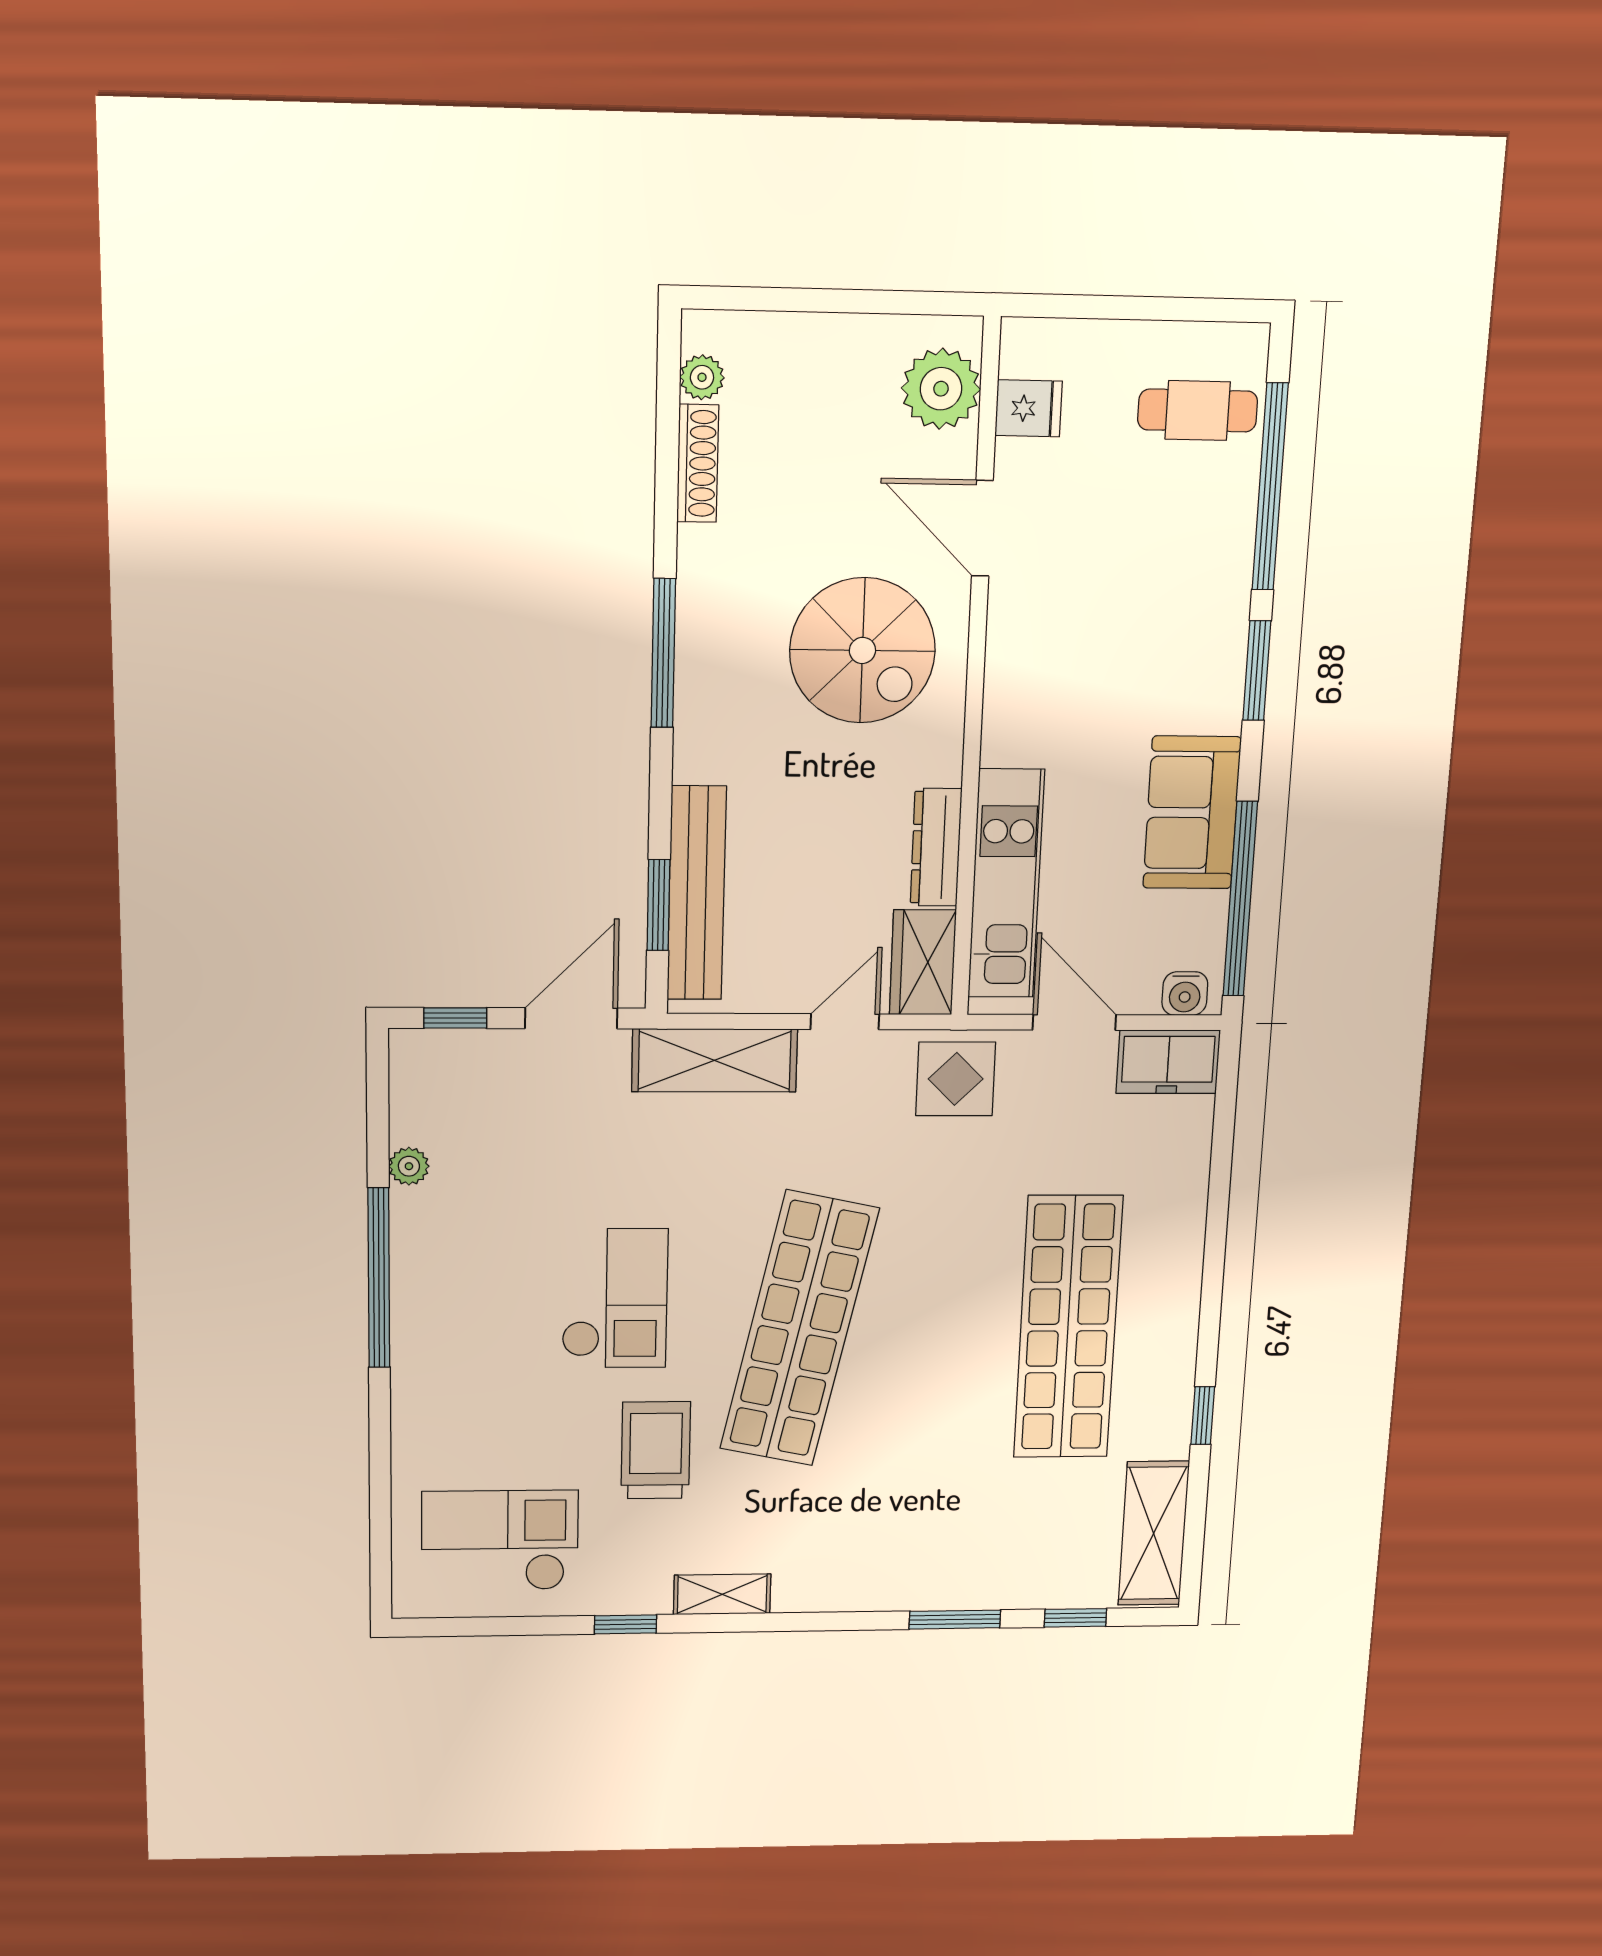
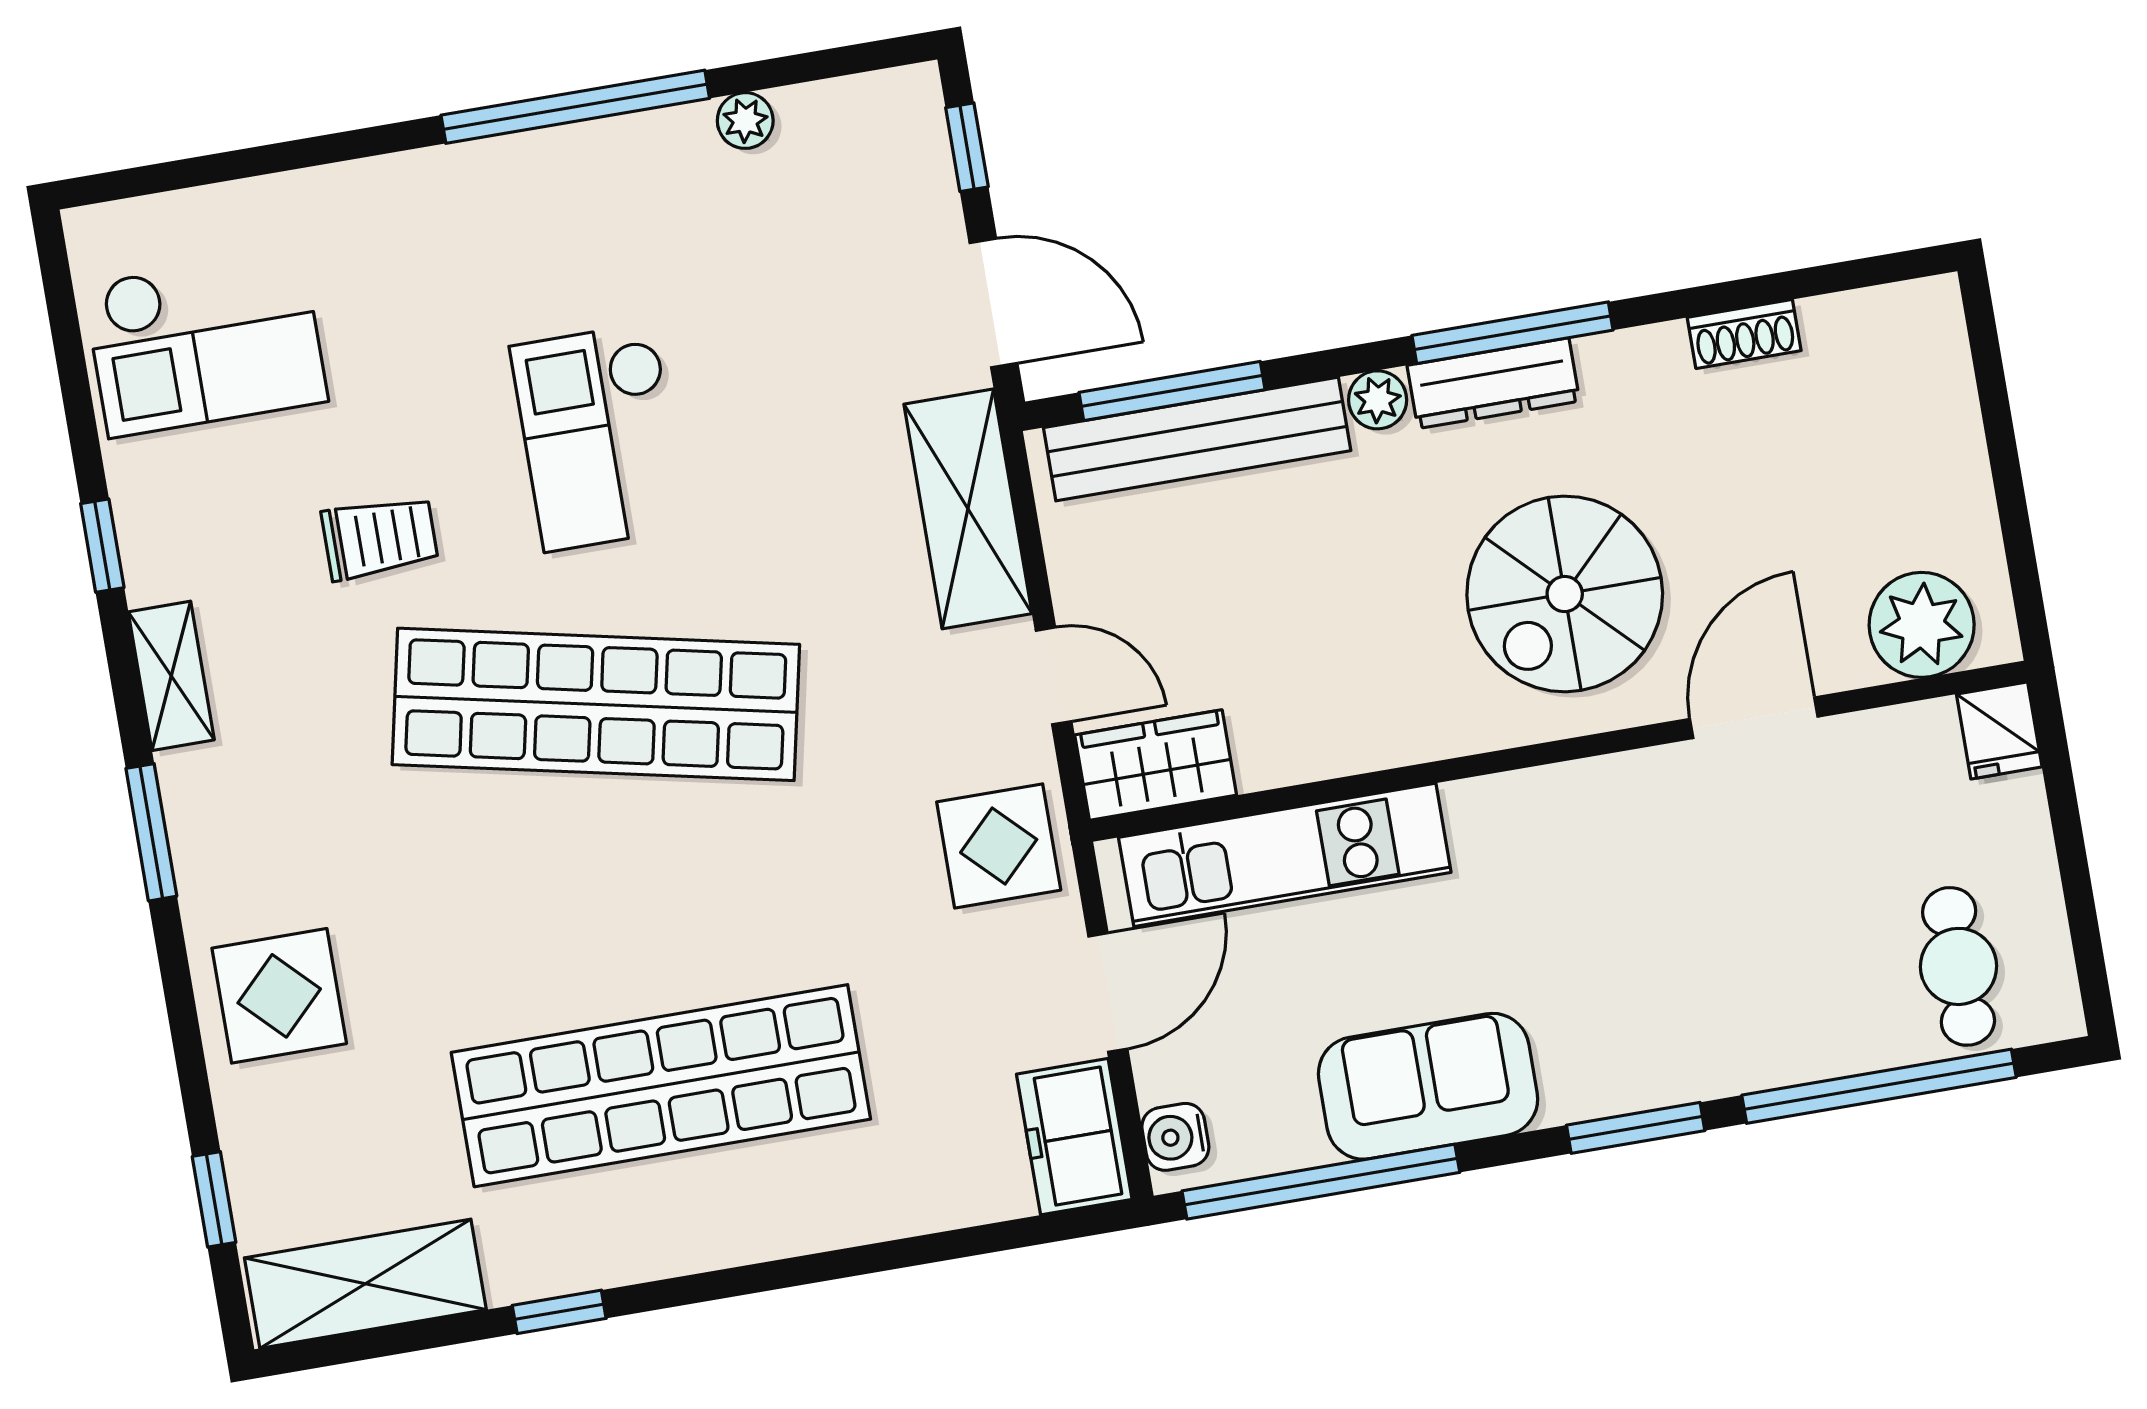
plant: (702, 377) -> (1378, 400), moved
fridge: (1029, 408) -> (1999, 730), moved
shoe rack: (698, 463) -> (1744, 334), width x0.70
dresser: (936, 847) -> (1493, 383), moved, turned 180
window: (658, 905) -> (1172, 391), width x1.44
checkout: (615, 1298) -> (599, 437), turned 90
trolley: (656, 1450) -> (380, 538), width x0.73, depth x0.72
checkout: (500, 1541) -> (205, 343), turned 90
display table: (951, 1559) -> (279, 996), added
window: (955, 1620) -> (151, 832), moved

